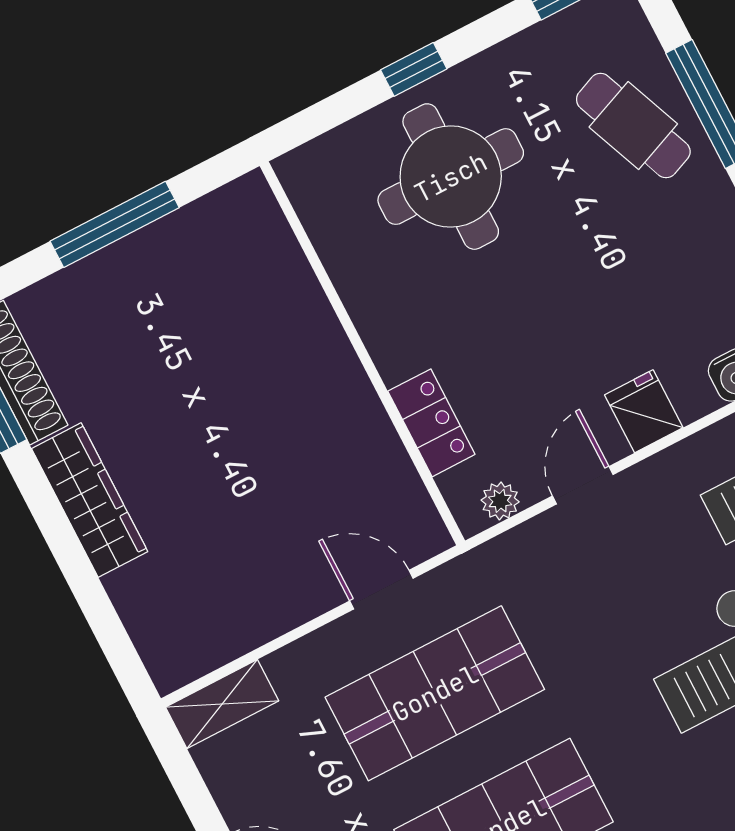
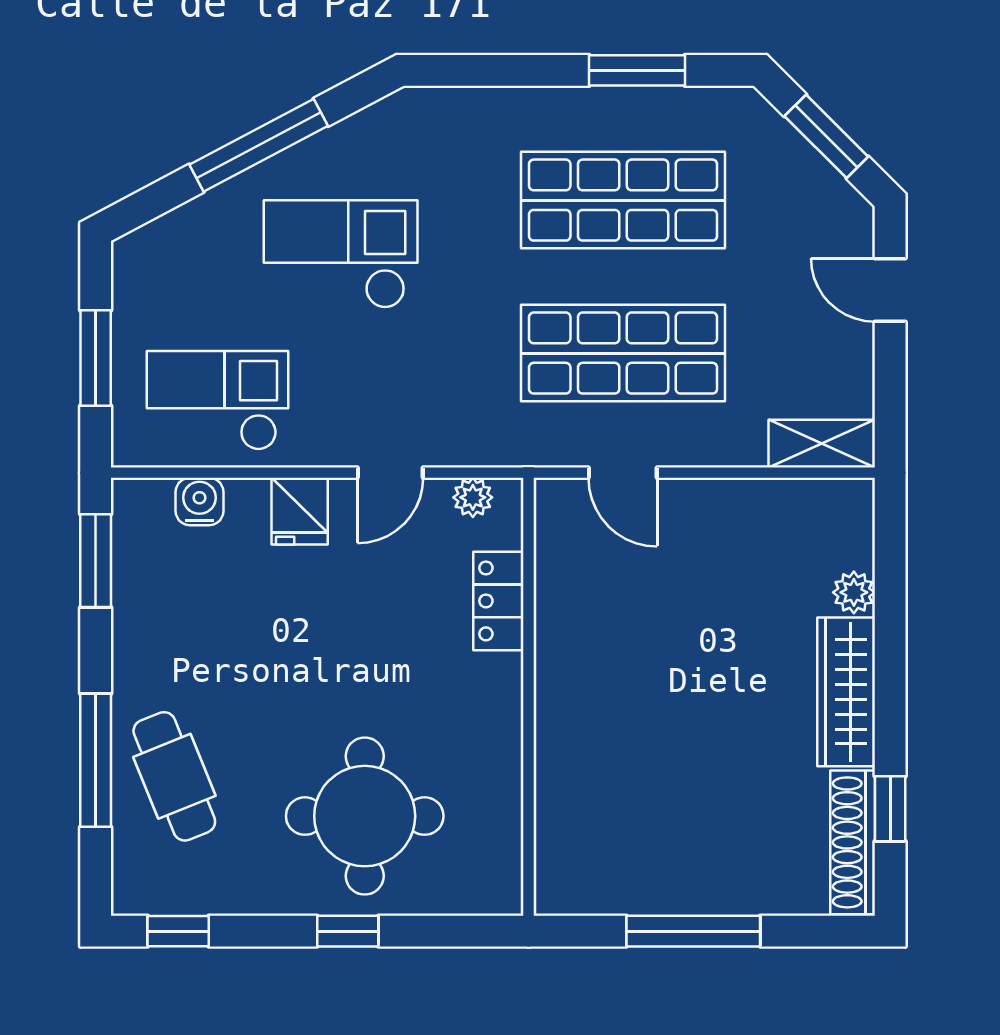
plant: (128, 590) -> (854, 592), added

